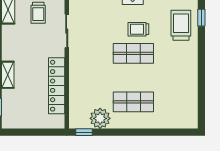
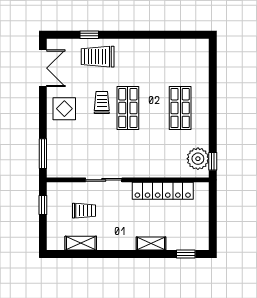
trolley: (138, 29) -> (102, 103), turned 180
plant: (100, 118) -> (198, 159), moved

